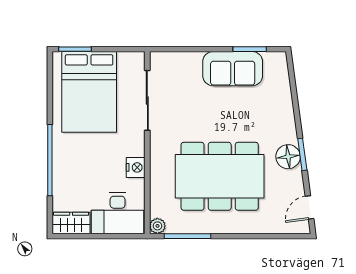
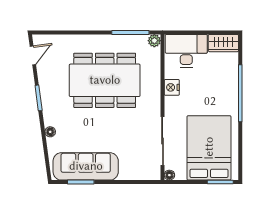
floor lamp: (139, 58) -> (169, 175), added
sofa: (233, 69) -> (86, 166), width x1.36
floor lamp: (288, 157) -> (50, 132), moved, width x0.53, depth x0.53

